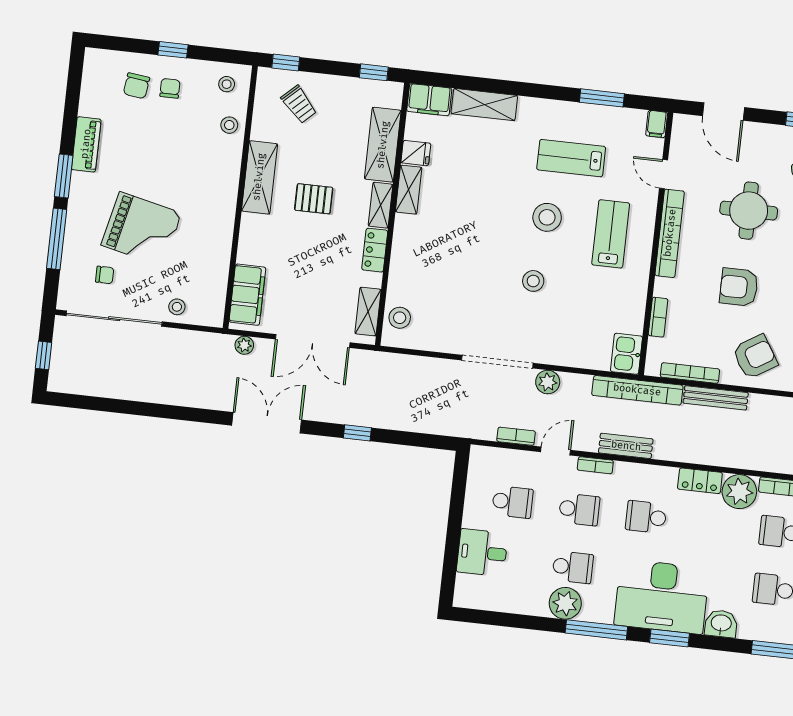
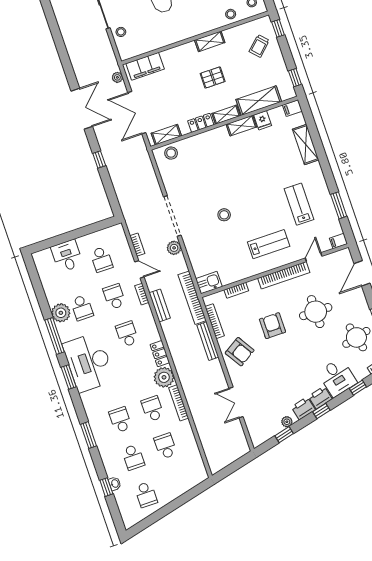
filing cabinet: (429, 100) -> (292, 108), width x0.50
shelving: (259, 177) -> (210, 41), width x0.67, depth x0.75
pallet: (314, 199) -> (213, 77), turned 90
stool: (547, 217) -> (261, 206), removed
school desk: (579, 509) -> (114, 297), turned 180
washbasin: (721, 624) -> (89, 401), removed

